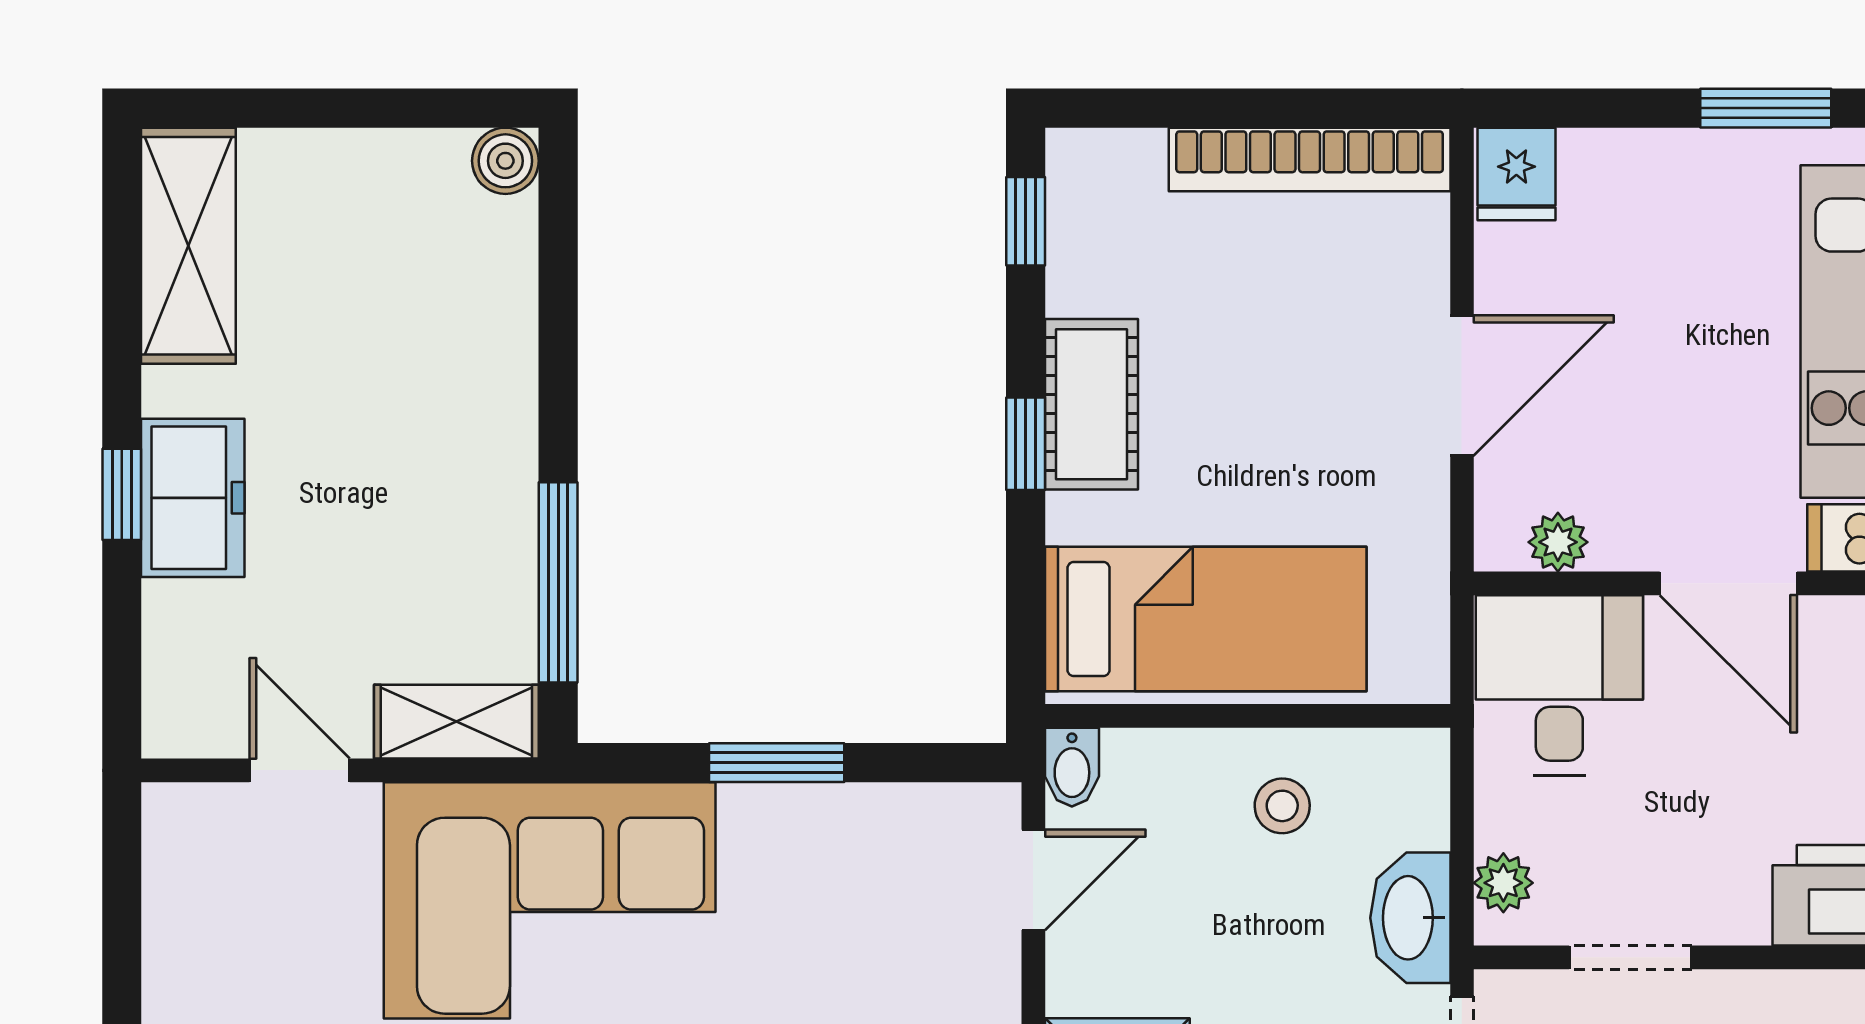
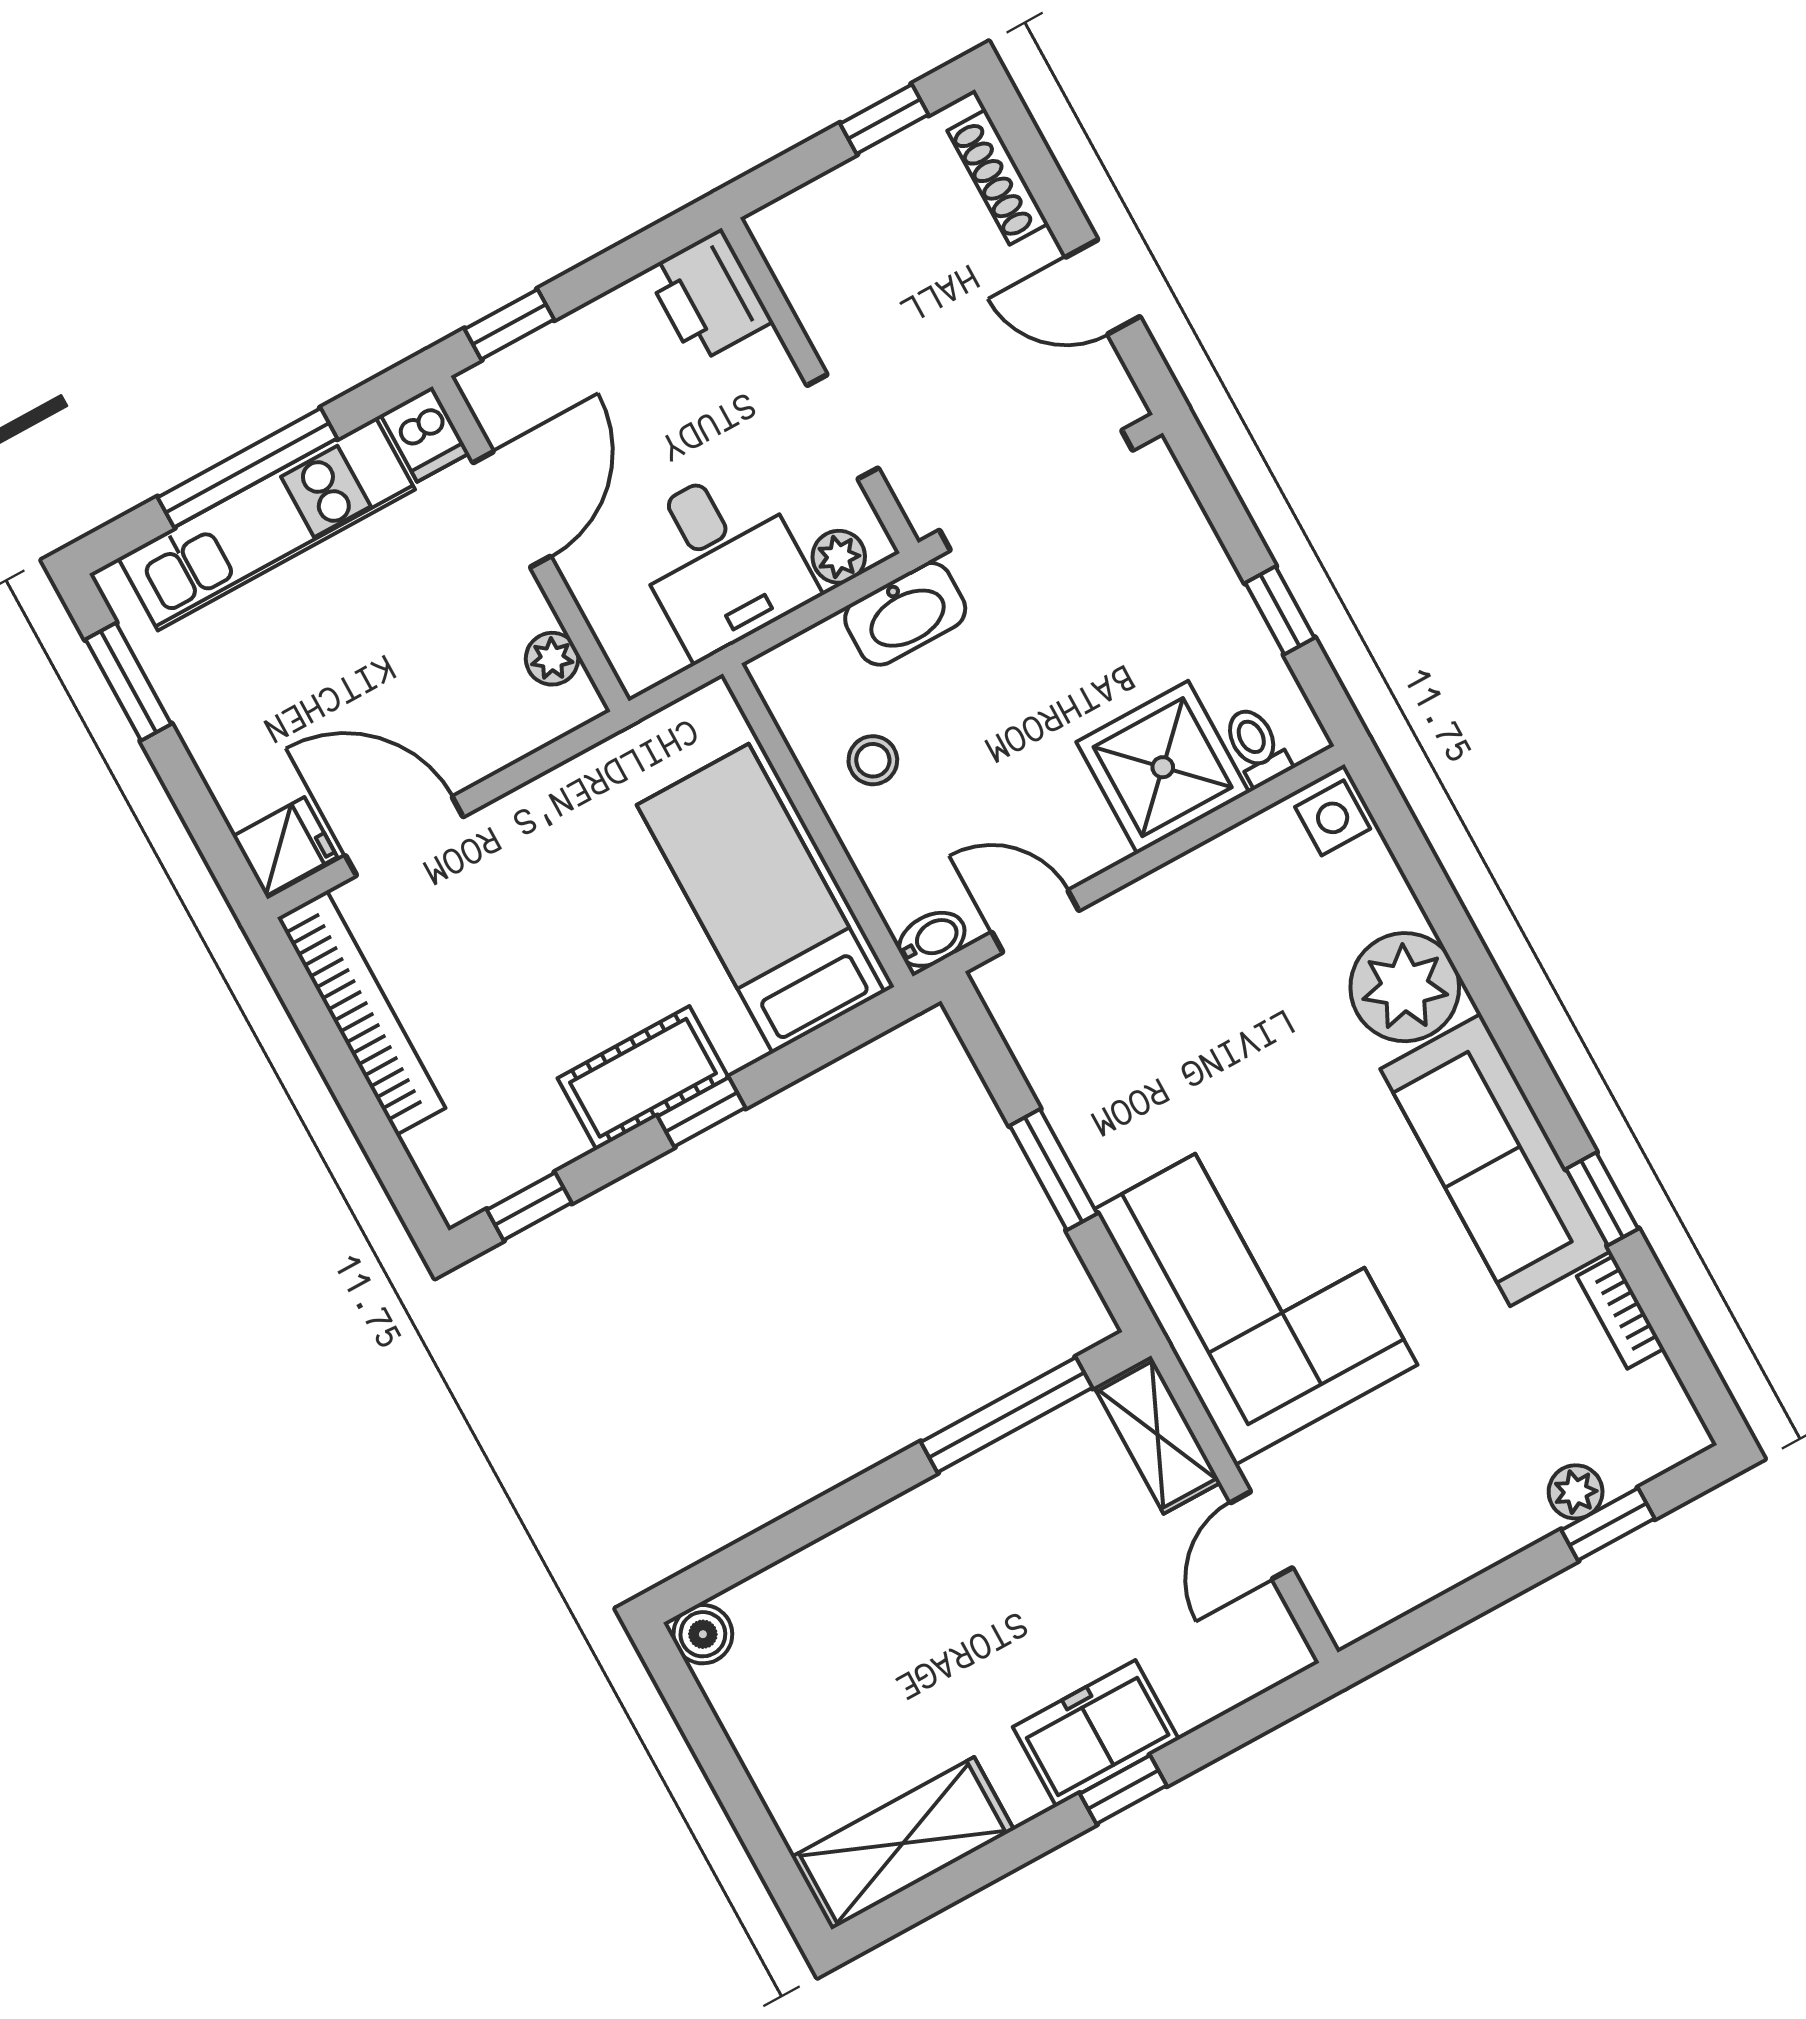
door: (1462, 385) -> (404, 836), moved
desk: (1559, 685) -> (721, 561), moved, turned -90

